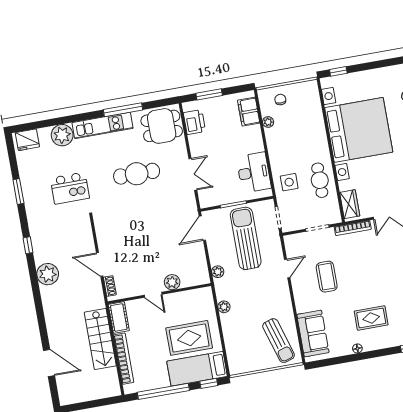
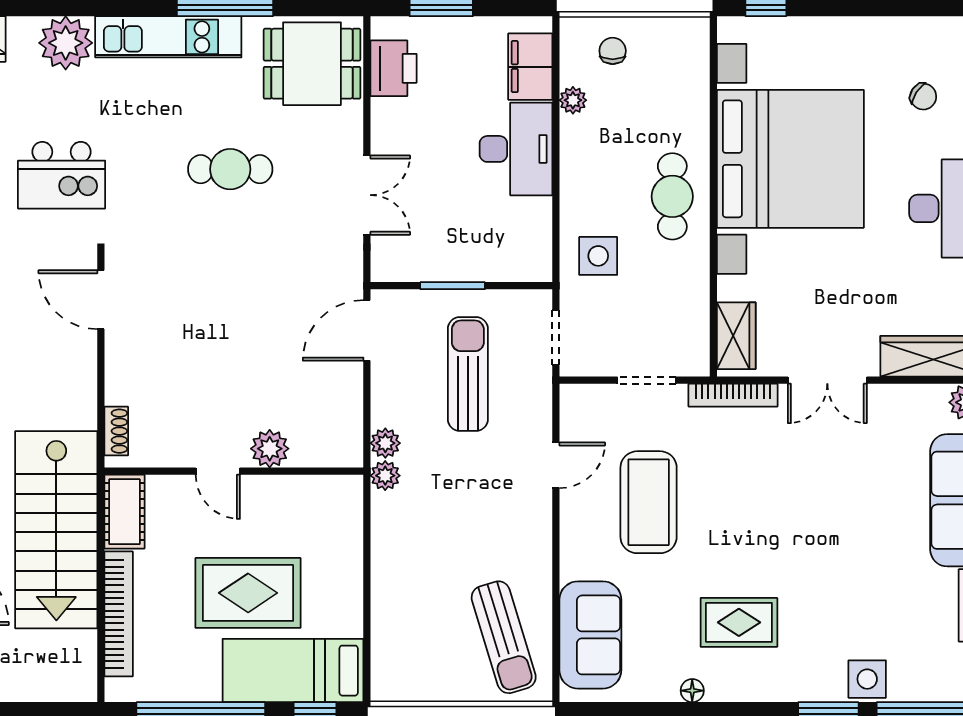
desk: (254, 172) -> (516, 149), moved
cafe table: (137, 174) -> (230, 169), width x0.73, depth x0.74
cafe table: (320, 180) -> (672, 196), moved
sun lounger: (246, 238) -> (468, 374), width x0.73, depth x0.75
door: (100, 264) -> (101, 300), moved
coffee table: (327, 277) -> (649, 502), width x1.36, depth x1.32
plant: (224, 307) -> (385, 476), moved
rug: (189, 338) -> (248, 593), moved
stairs: (100, 339) -> (56, 530), width x1.36, depth x1.51

